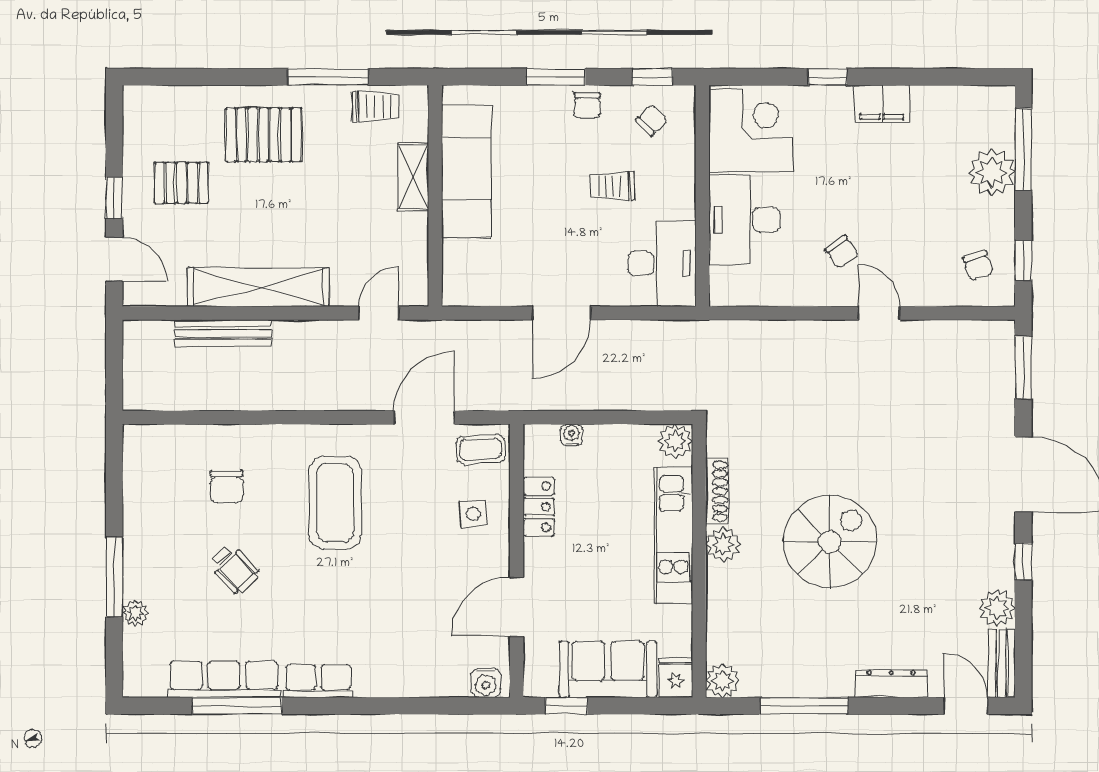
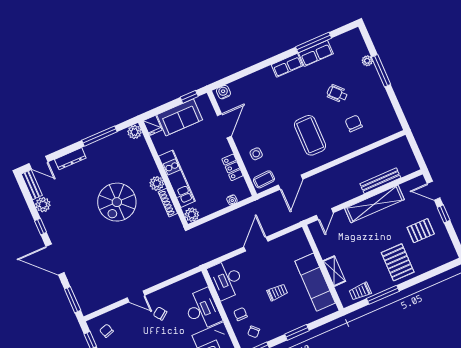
chair: (587, 105) -> (240, 314), moved
pallet: (264, 135) -> (398, 262), turned 90
trolley: (612, 186) -> (277, 292), moved
row of seats: (224, 679) -> (316, 53), width x0.68

